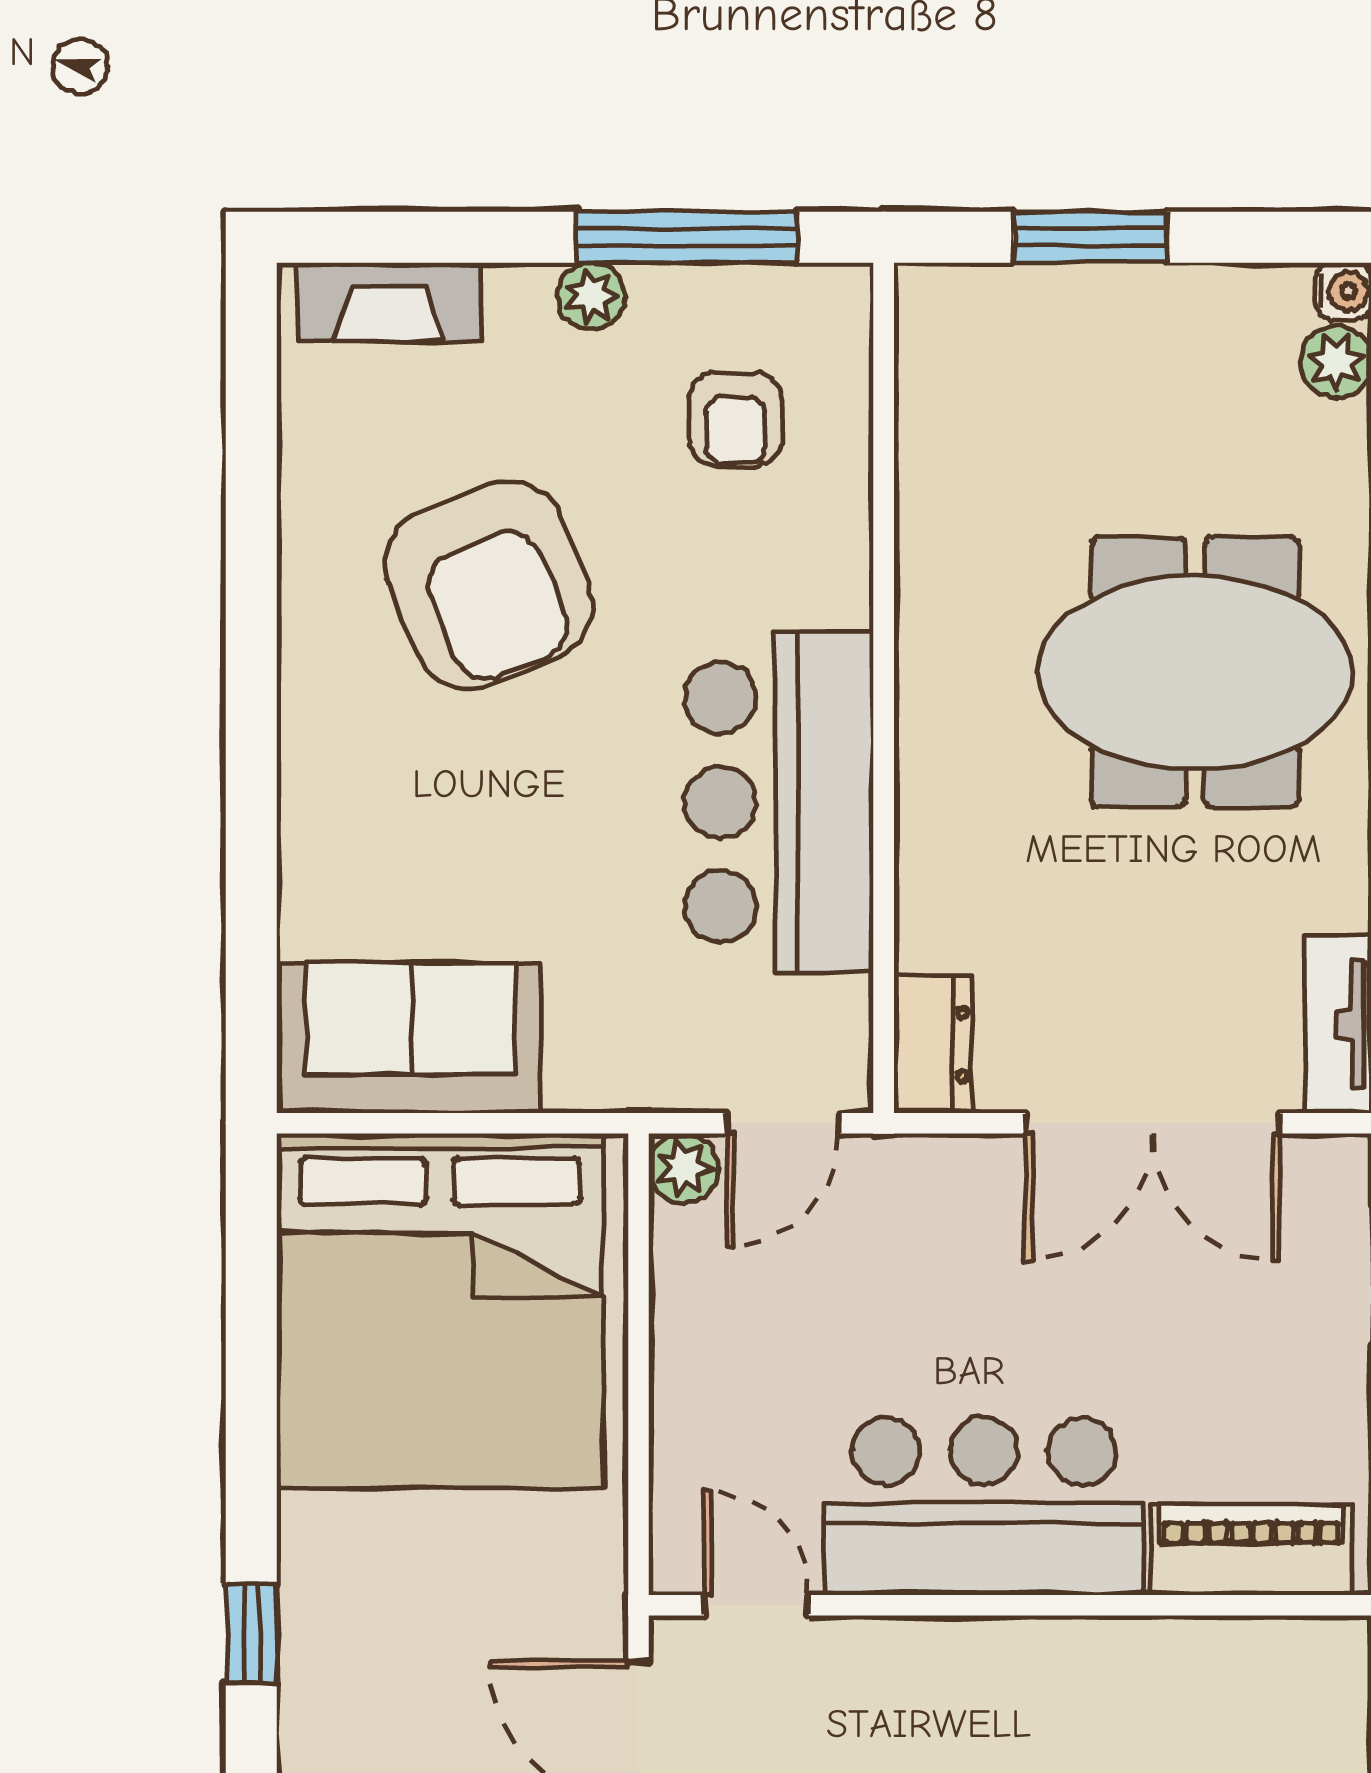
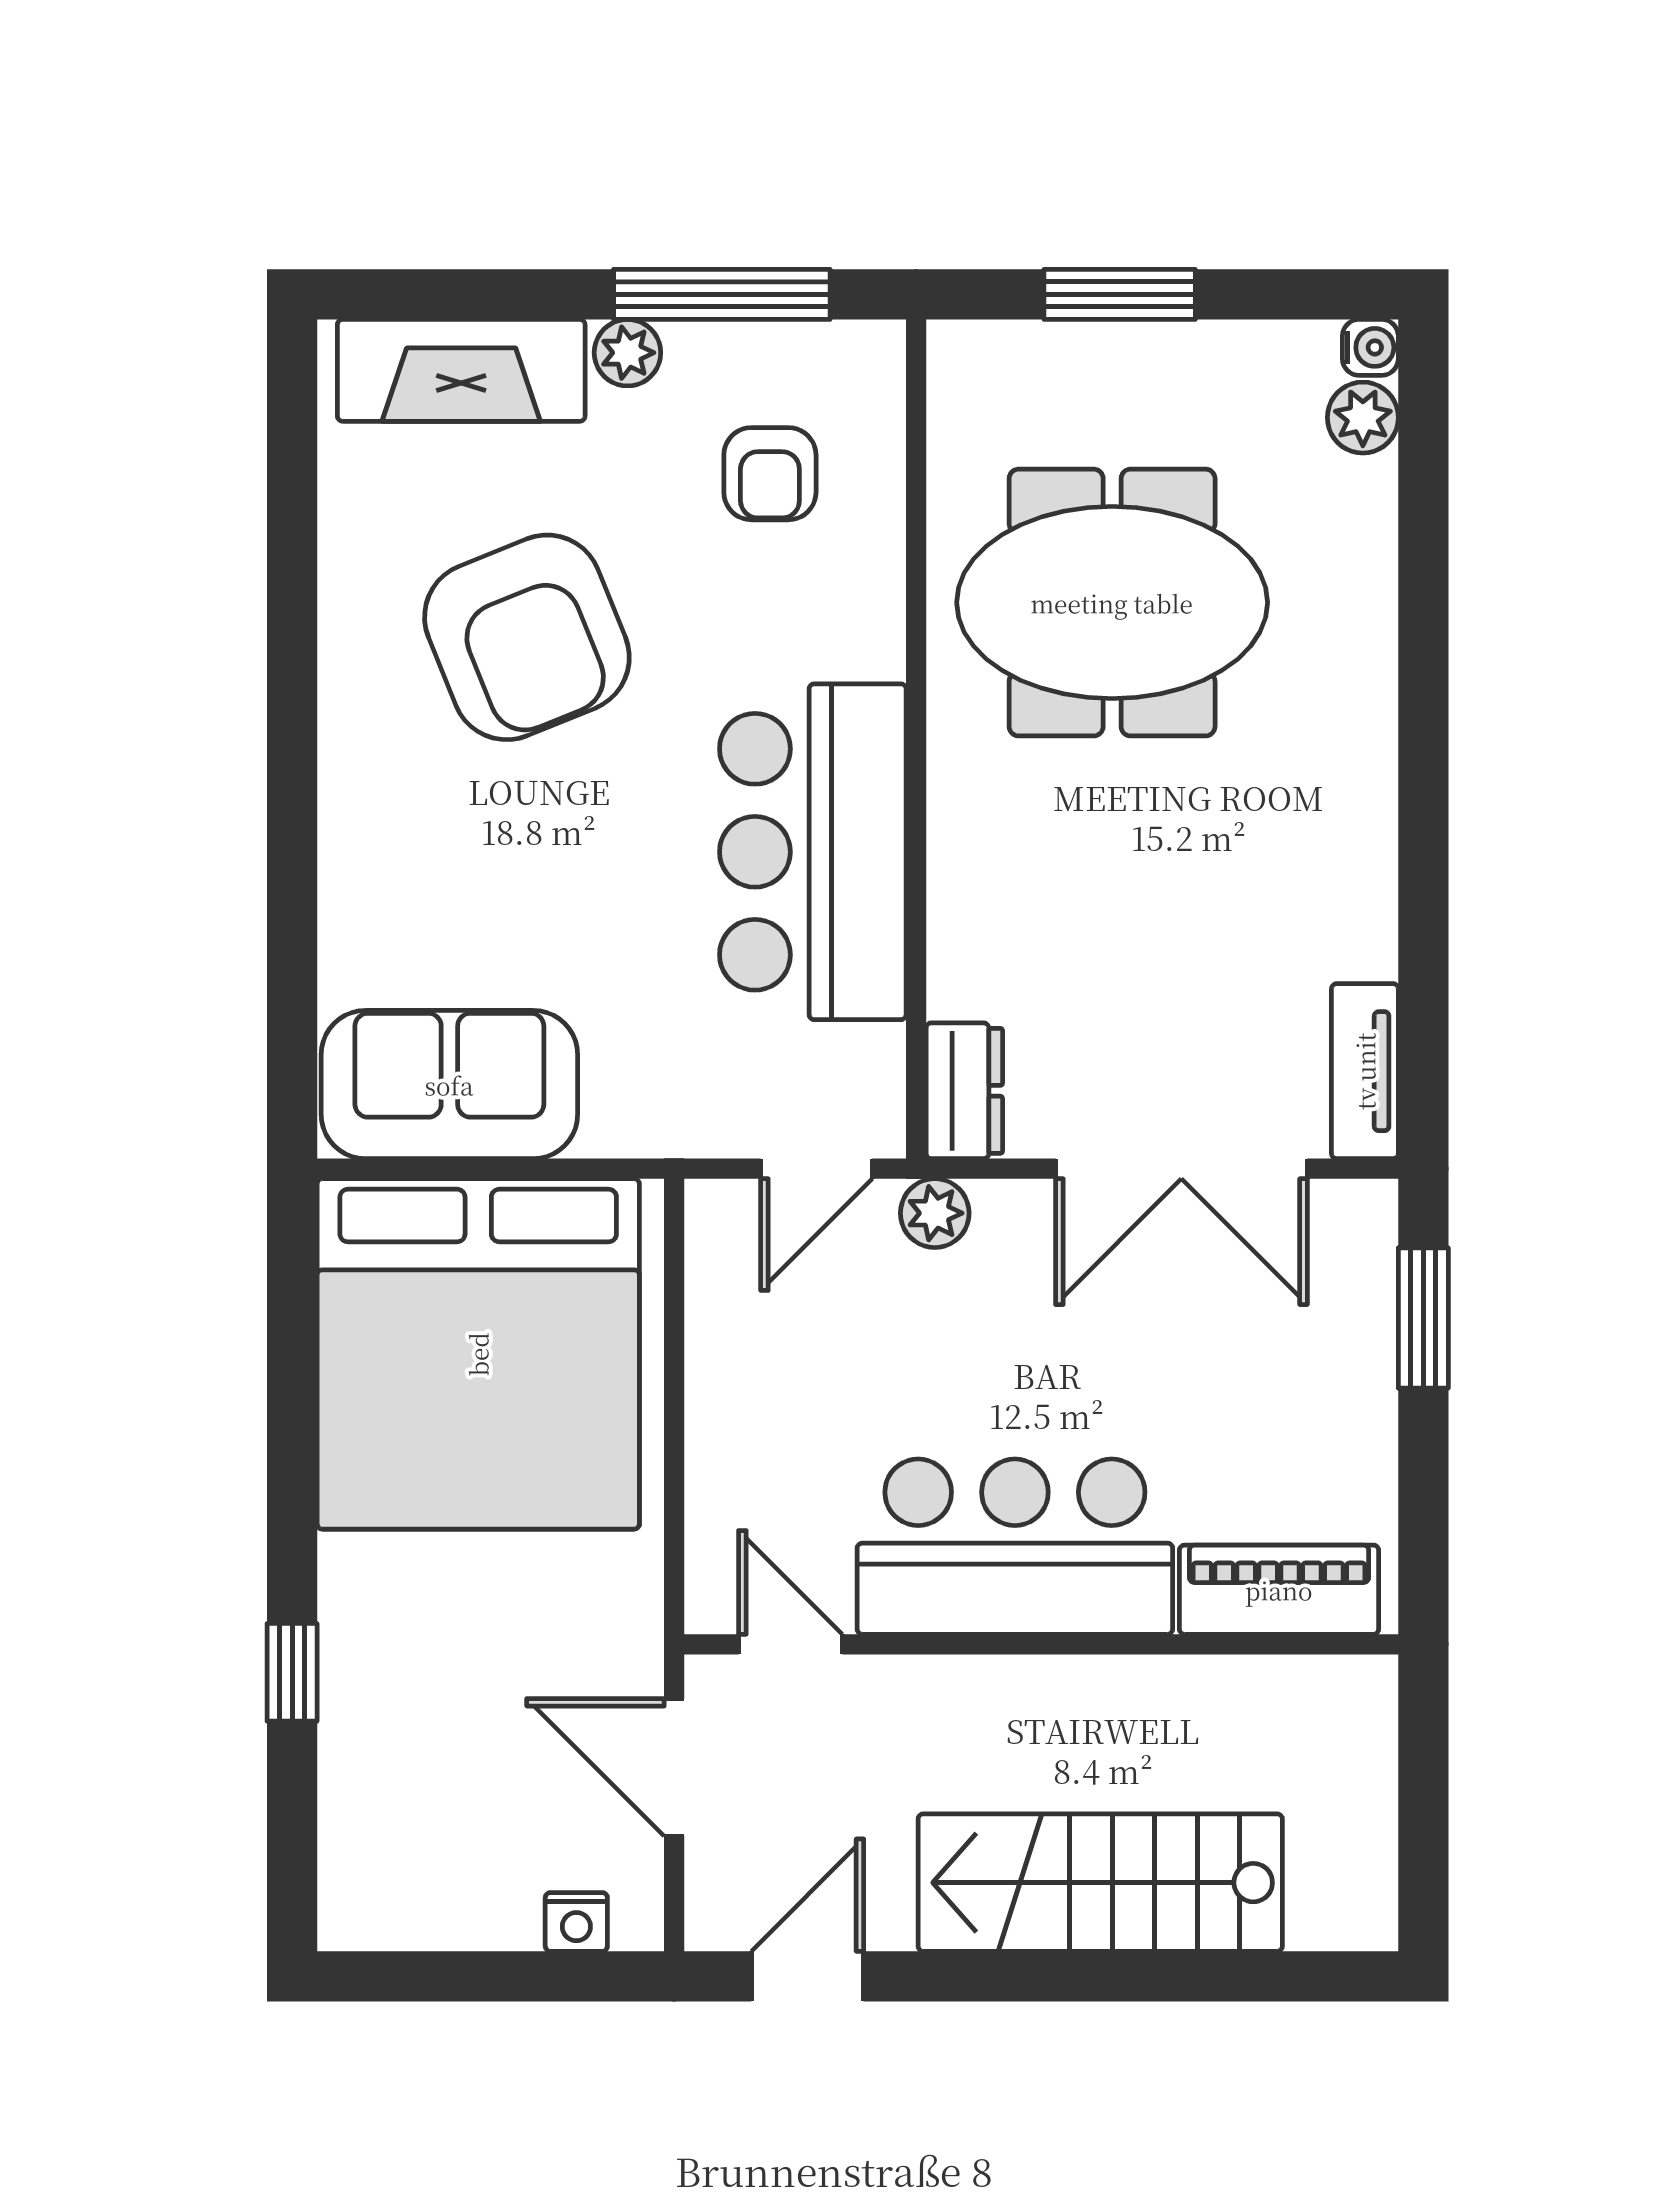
fireplace: (389, 302) -> (461, 370), width x1.37, depth x1.32
meeting table: (1195, 672) -> (1112, 603), moved
plant: (683, 1168) -> (935, 1213), moved

